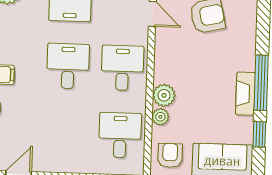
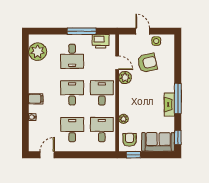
plant: (164, 95) -> (125, 78), moved
desk: (66, 133) -> (72, 130), added
window: (259, 134) -> (178, 137), moved

